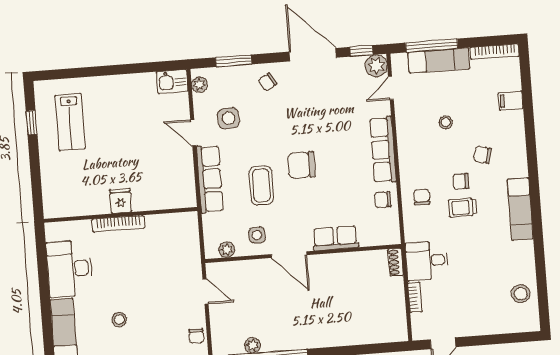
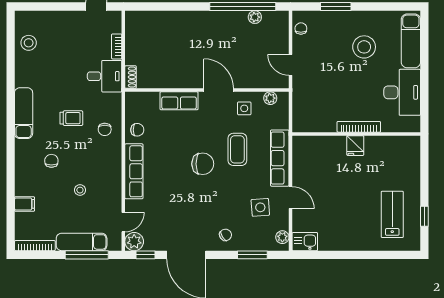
chair: (483, 155) -> (51, 161), turned -105
chair: (461, 181) -> (71, 140), removed
stool: (119, 320) -> (364, 47), width x1.89, depth x1.89

